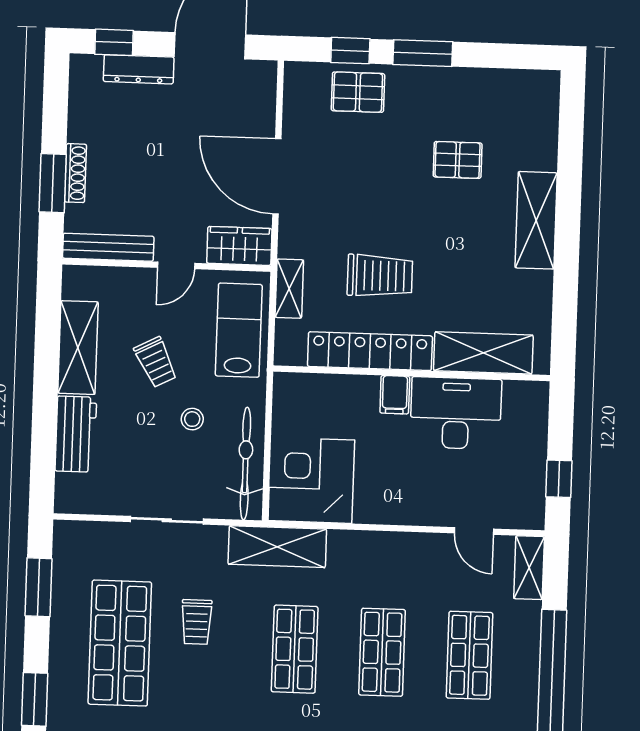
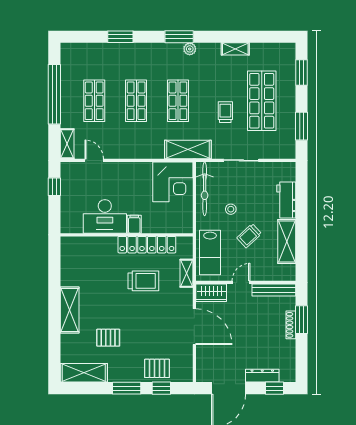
trolley: (380, 276) -> (143, 281), turned 180
shelving: (483, 353) -> (84, 373), moved
trolley: (156, 362) -> (249, 236), turned -106

